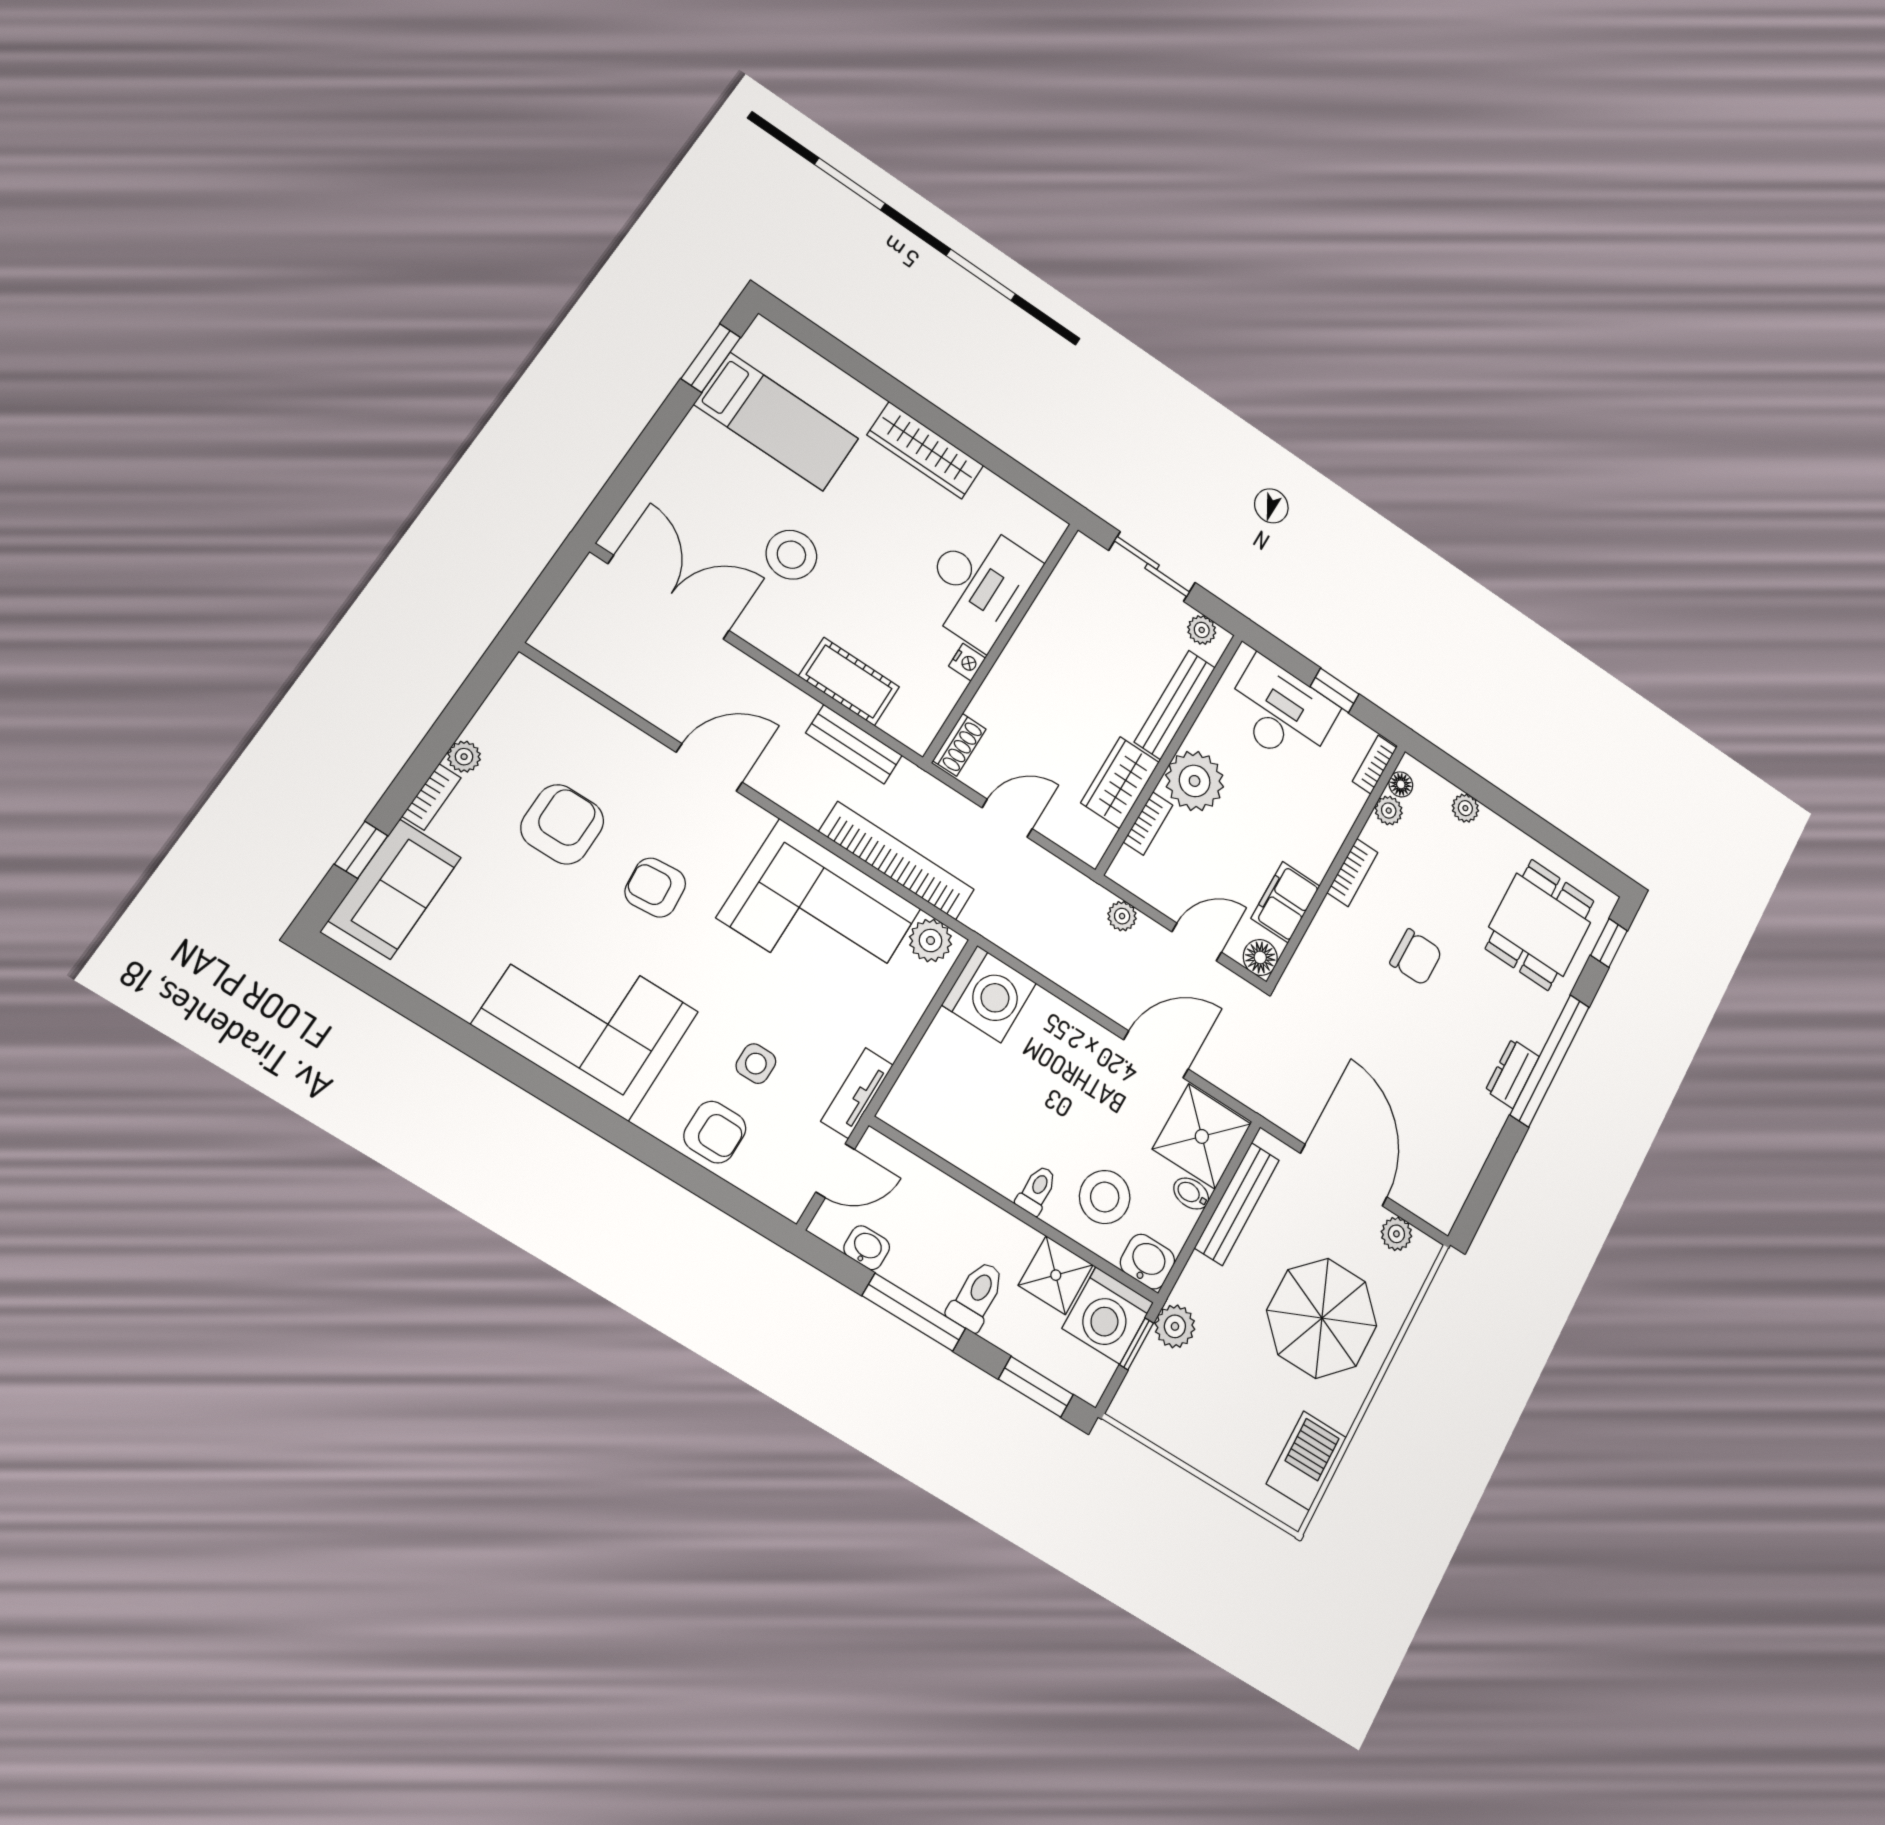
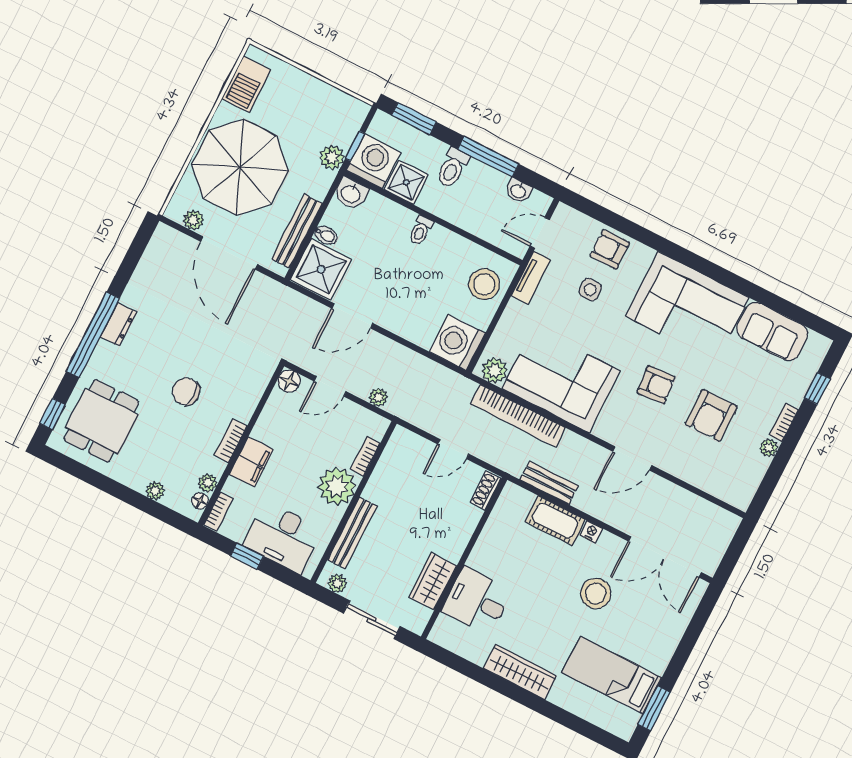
desk: (978, 584) -> (477, 601), width x0.73
nightstand: (967, 662) -> (591, 532), moved, turned 90
wardrobe: (1120, 783) -> (433, 581), moved, turned 180
sofa: (395, 889) -> (772, 331), moved, turned -90
filing cabinet: (1285, 902) -> (251, 462), moved
stool: (1105, 1197) -> (484, 284), moved
parasol: (1322, 1318) -> (240, 167), width x1.36, depth x1.36

